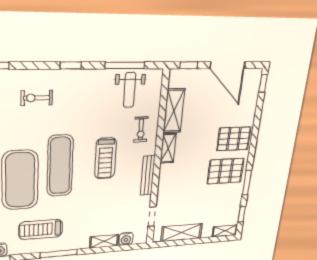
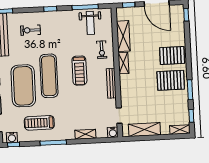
water cooler: (126, 239) -> (113, 132), moved

